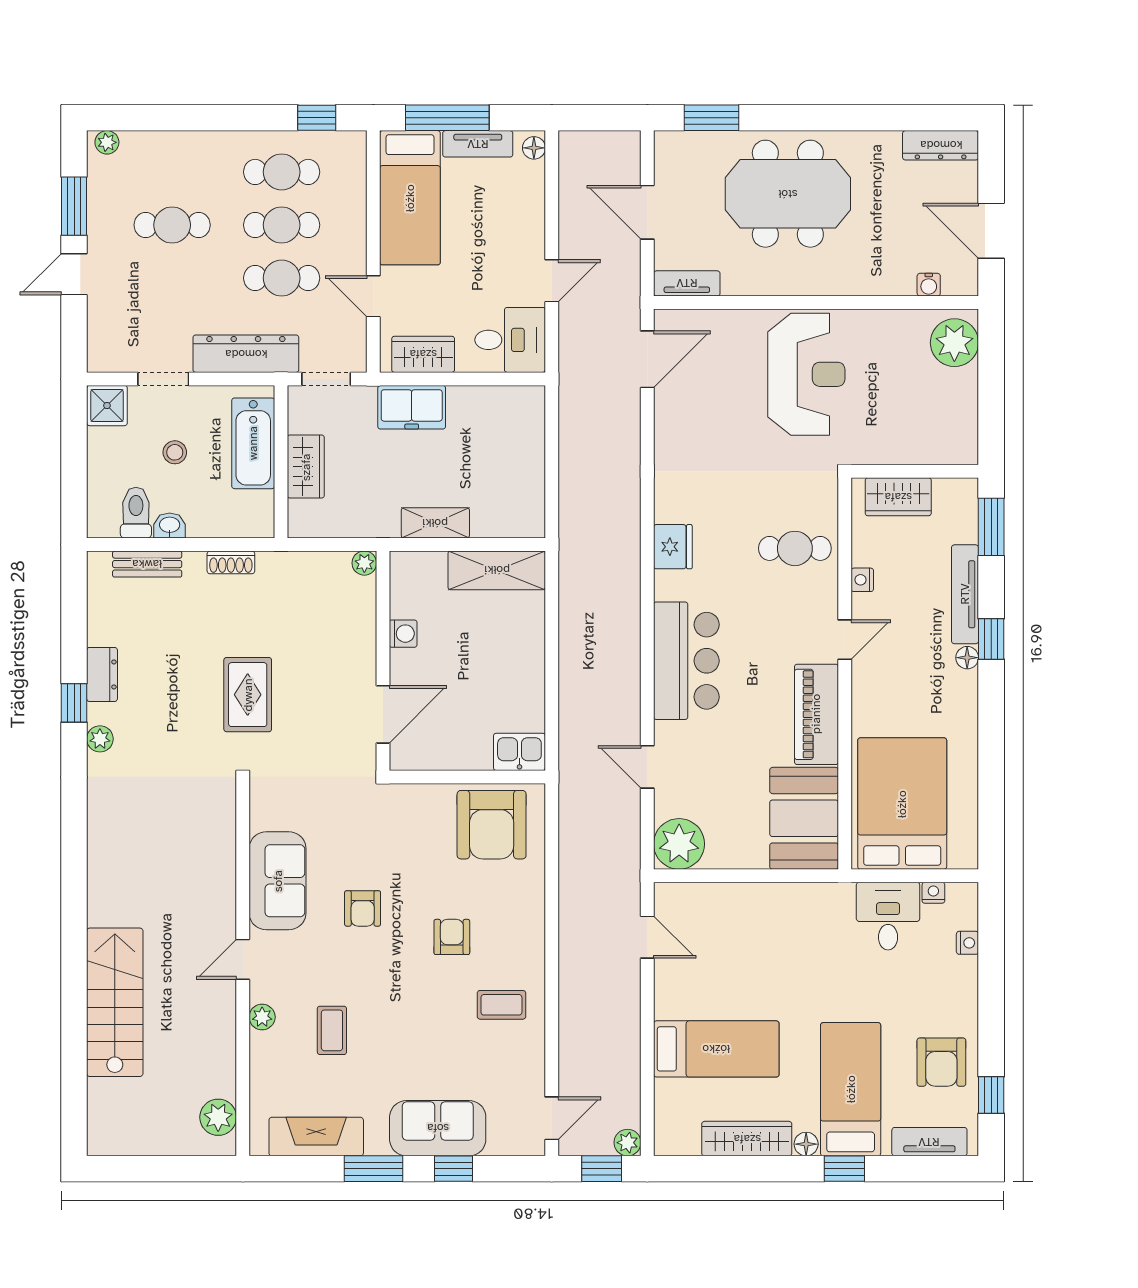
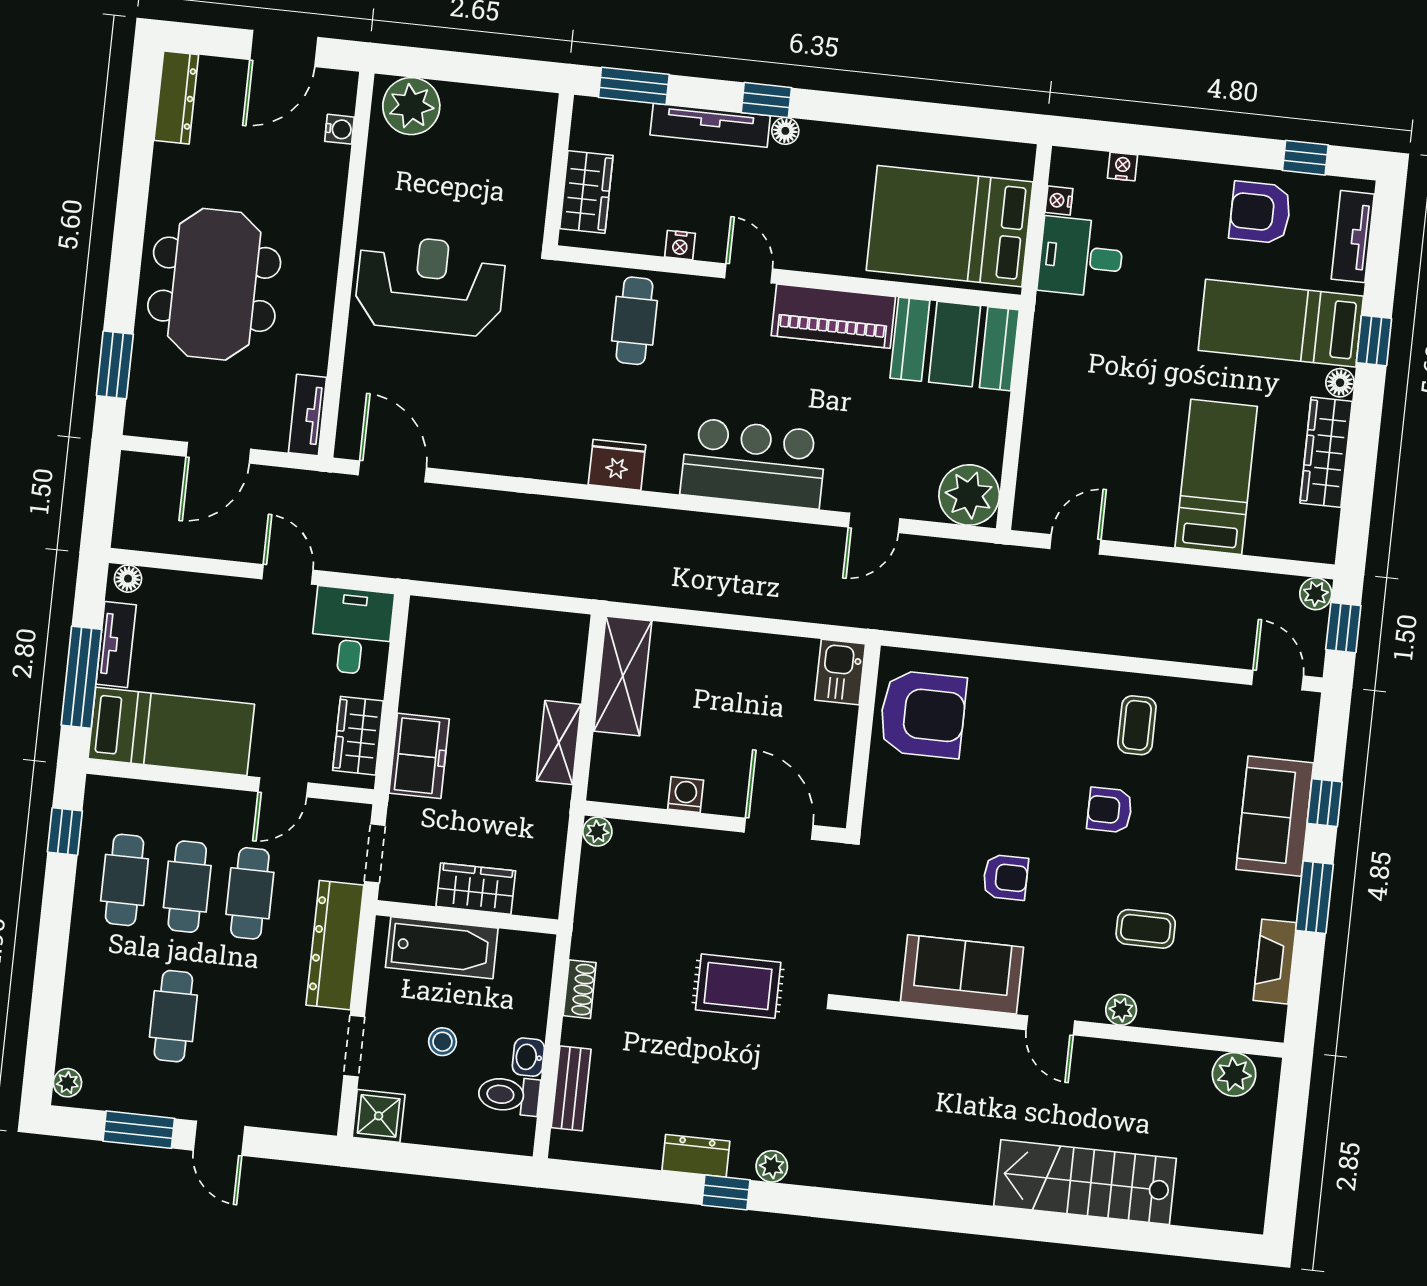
armchair: (452, 937) -> (1110, 810), moved
armchair: (941, 1062) -> (1260, 212), turned 180
fireplace: (316, 1137) -> (1275, 962), width x0.73, depth x0.76

